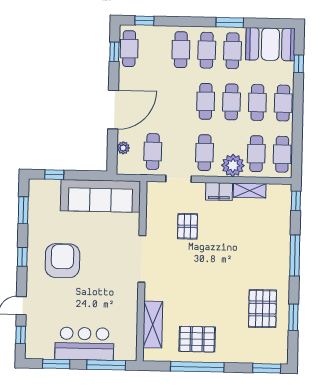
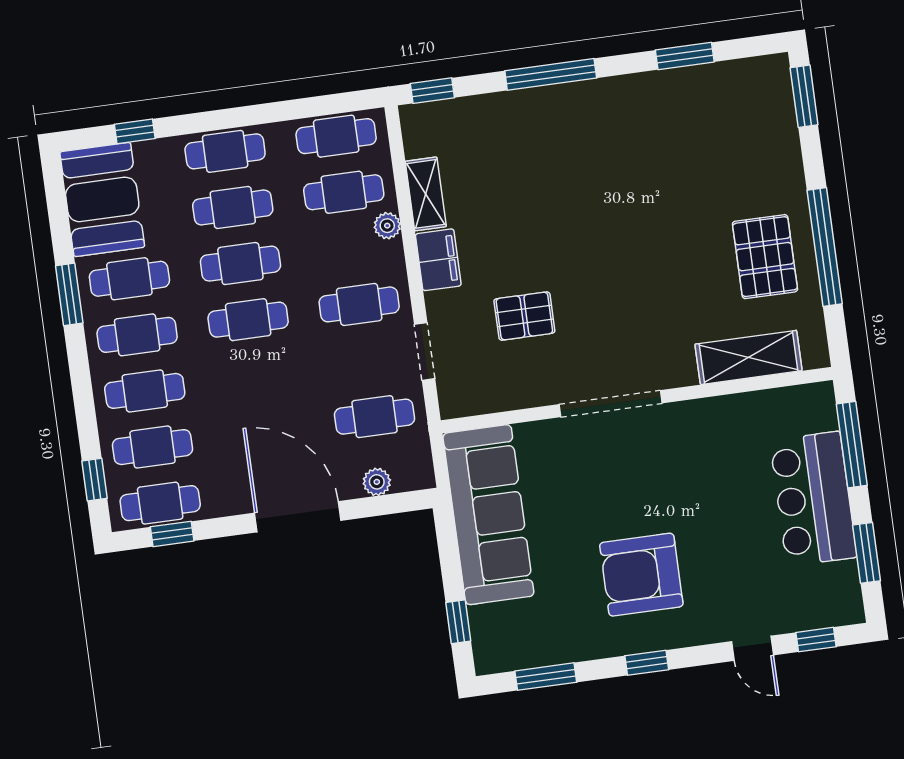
cafe table: (155, 49) -> (152, 447), added
plant: (233, 165) -> (387, 226), width x0.53, depth x0.53
pallet: (262, 309) -> (676, 126), removed

